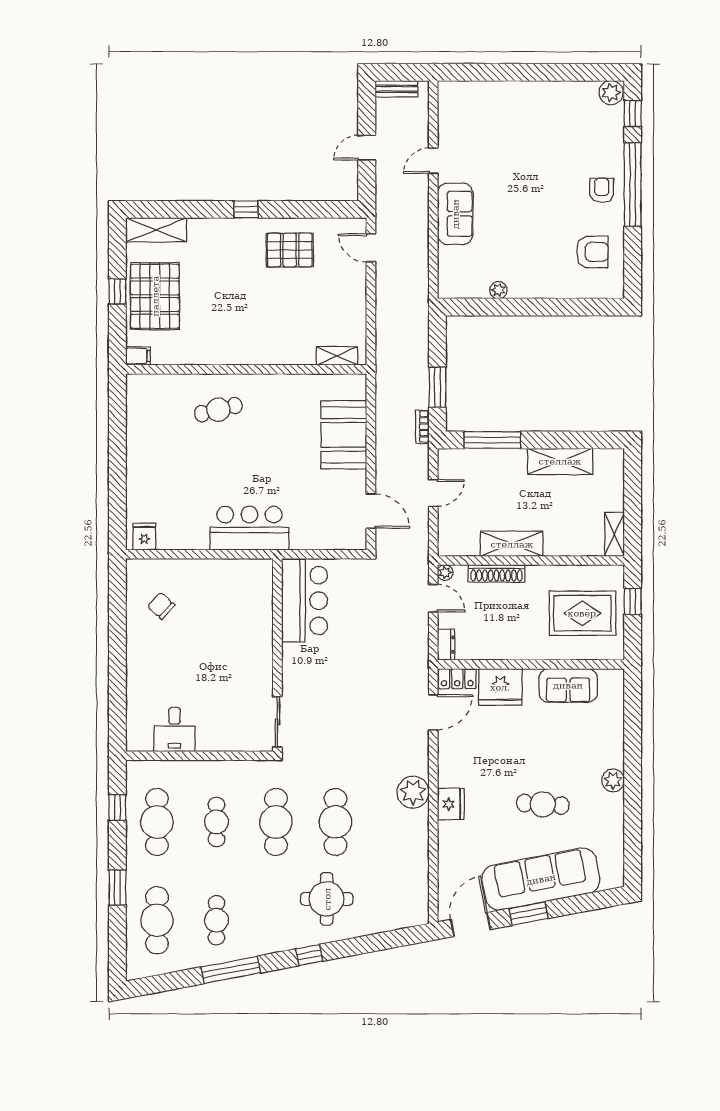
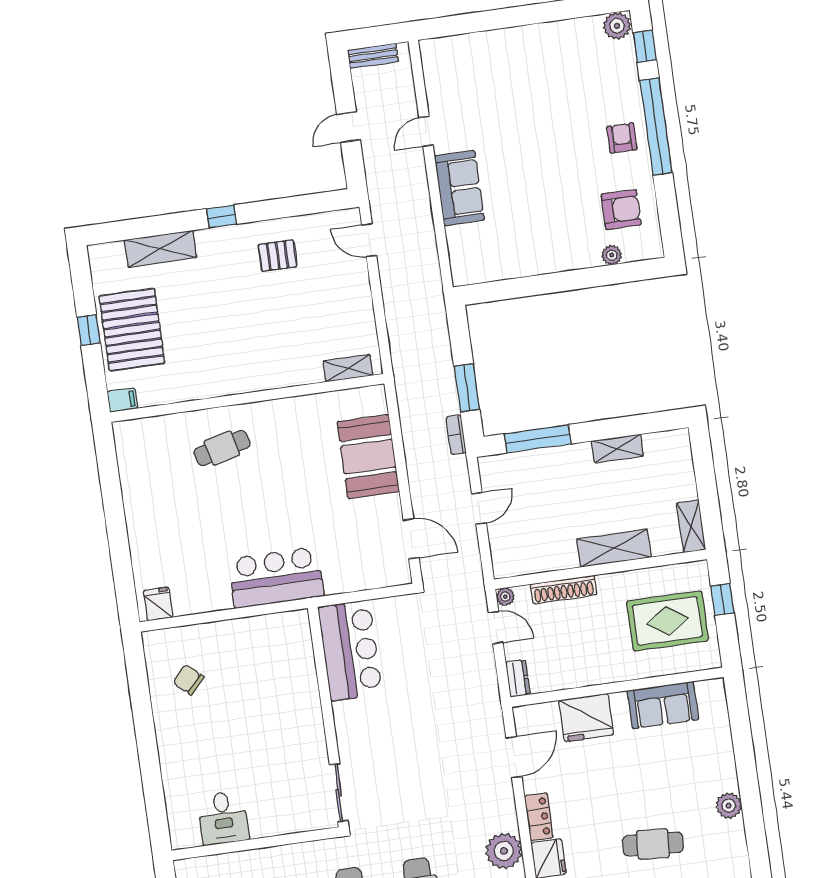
shelving: (156, 230) -> (160, 249), moved
pallet: (290, 250) -> (277, 256), width x0.67, depth x0.71
plant: (498, 290) -> (612, 255), moved
shelving: (560, 461) -> (617, 449), width x0.67, depth x0.75
shelving: (512, 544) -> (614, 548), moved
locker: (457, 679) -> (539, 817), moved, turned -90

